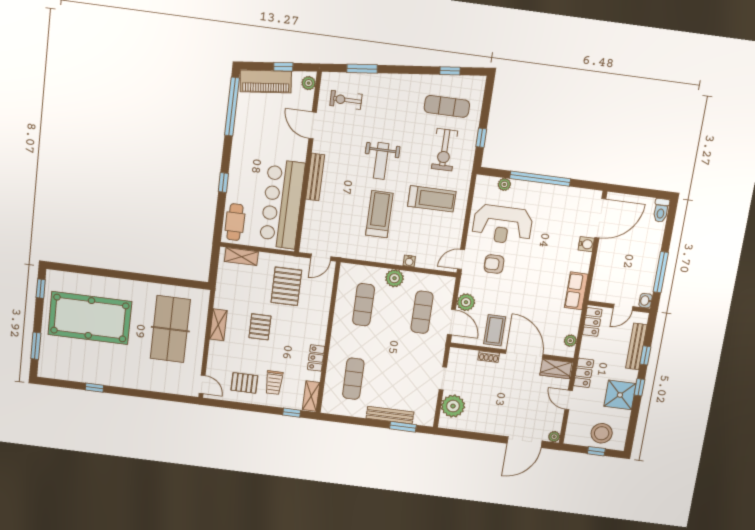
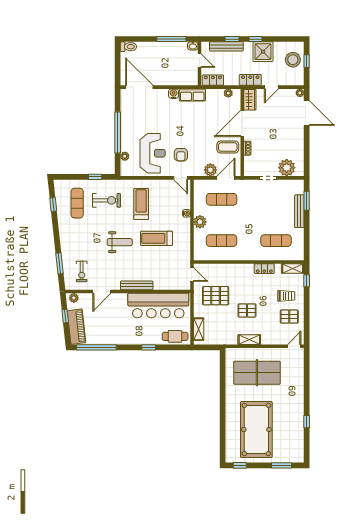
water cooler: (586, 244) -> (174, 94), moved
pallet: (244, 383) -> (289, 317), turned 90

